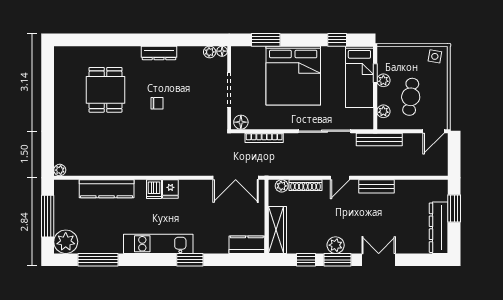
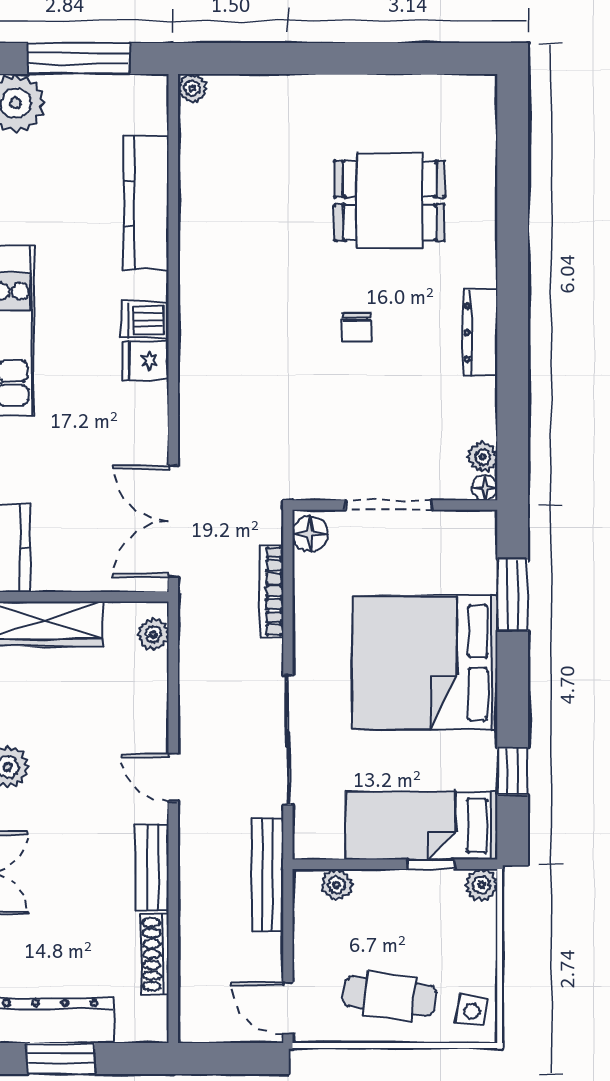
plant: (383, 80) -> (482, 885), moved
cafe table: (411, 97) -> (389, 996), moved
shoe rack: (305, 185) -> (155, 954), moved
window: (454, 209) -> (61, 1059), moved

